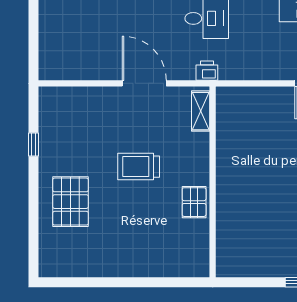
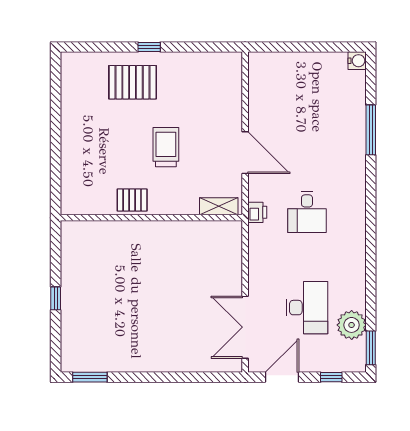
door: (144, 83) -> (245, 153), hinge flipped
window: (34, 144) -> (149, 47), moved

